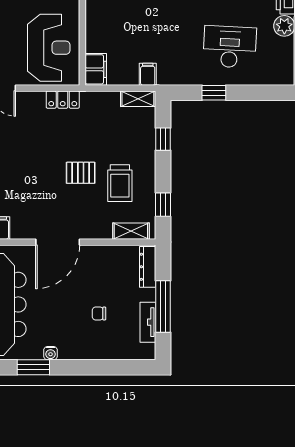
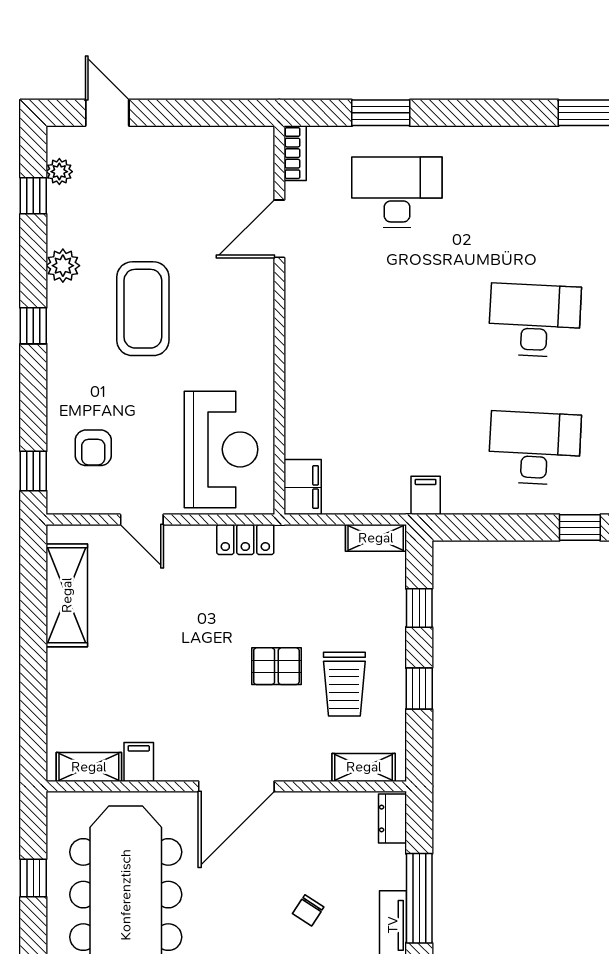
filing cabinet: (148, 74) -> (426, 495), moved
window: (214, 93) -> (580, 528), moved
window: (163, 205) -> (419, 689), moved
dresser: (148, 267) -> (392, 819), width x0.70
chair: (99, 314) -> (308, 910), turned -57

